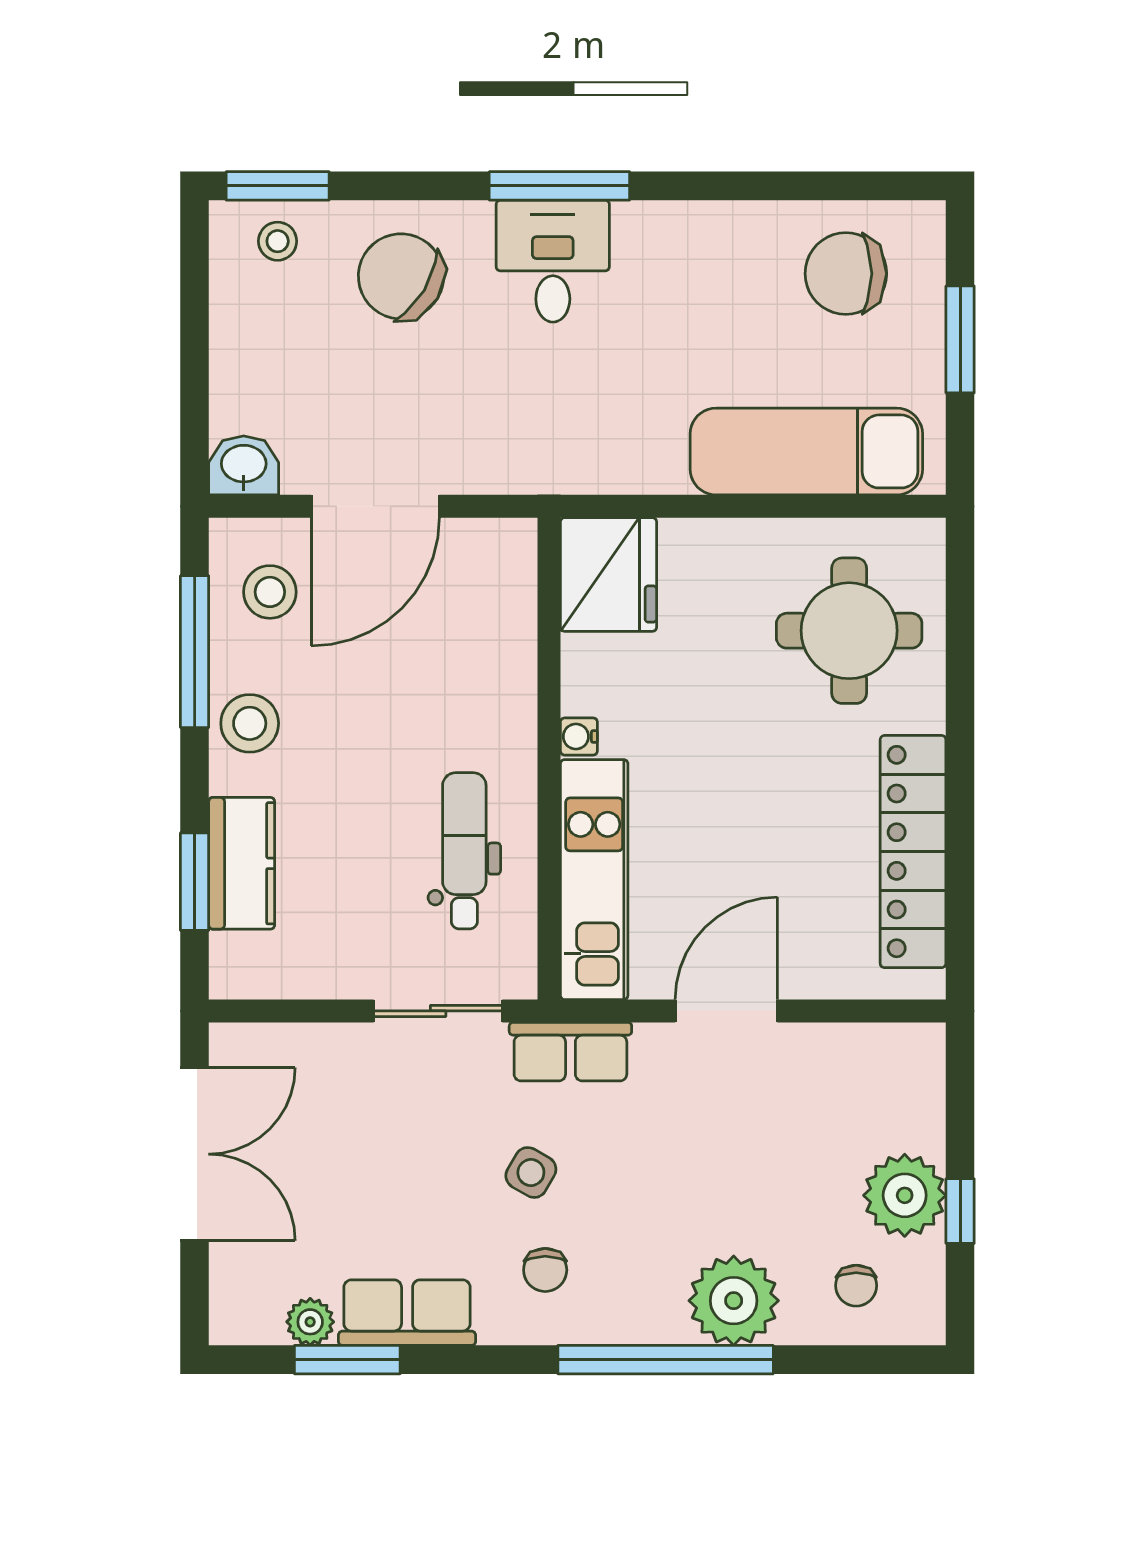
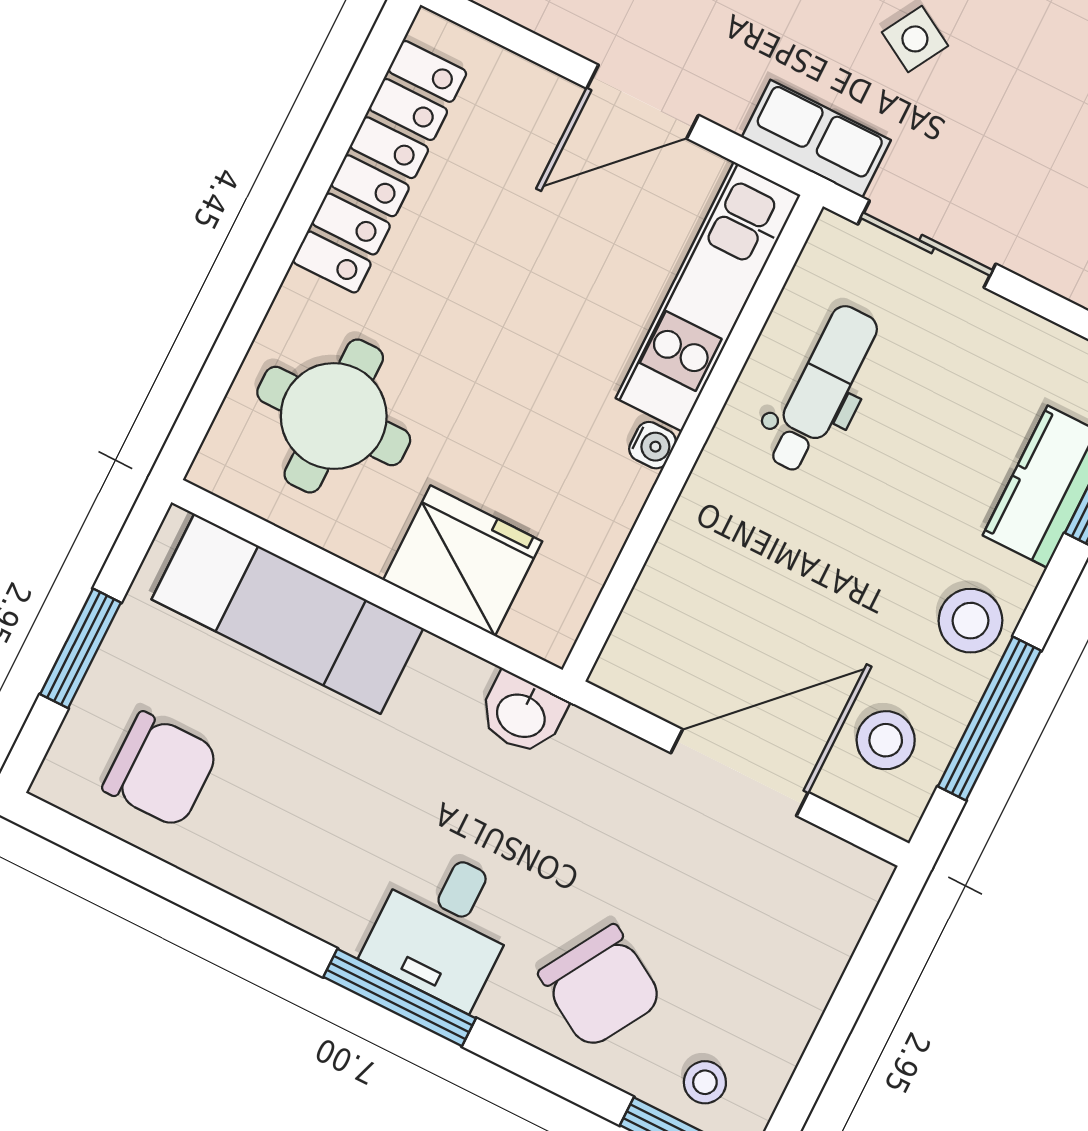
washbasin: (244, 465) -> (522, 714), moved
fridge: (608, 574) -> (463, 561), moved, turned 90
dental chair: (464, 851) -> (822, 389), turned 180

